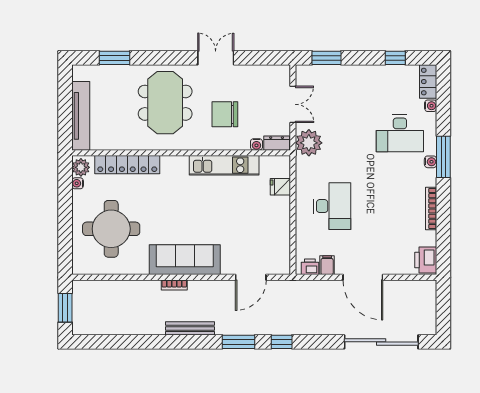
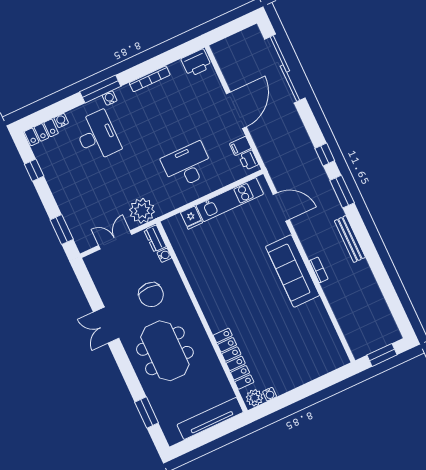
meeting table: (165, 103) -> (165, 351), turned 90
kitchen unit: (224, 165) -> (230, 200), moved, turned 90
round table: (111, 229) -> (295, 347), removed

